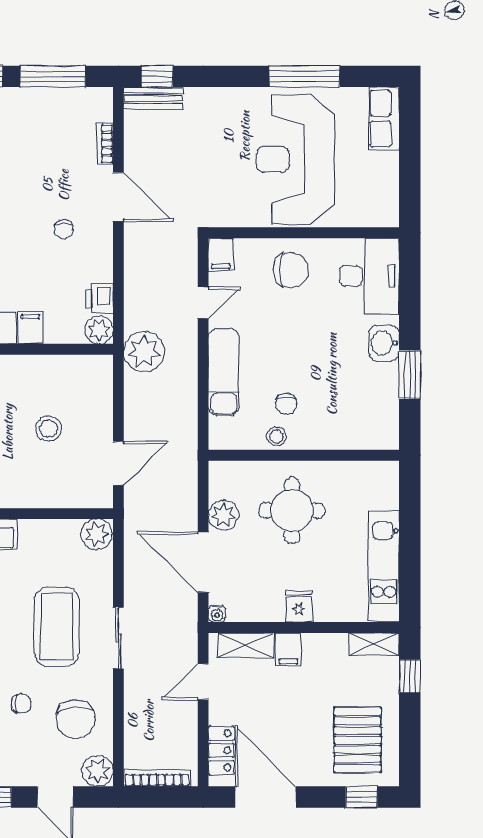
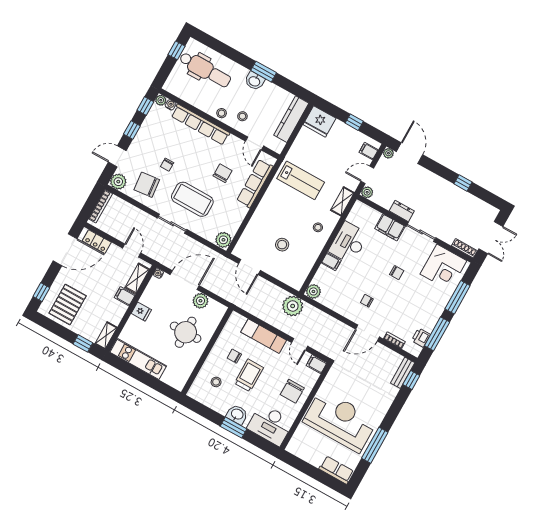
printer: (99, 299) -> (421, 338), moved, turned -90
trolley: (305, 360) -> (249, 375), added
window: (410, 375) -> (233, 428), moved
stool: (277, 436) -> (216, 382), moved
pallet: (358, 740) -> (68, 304), turned 90

